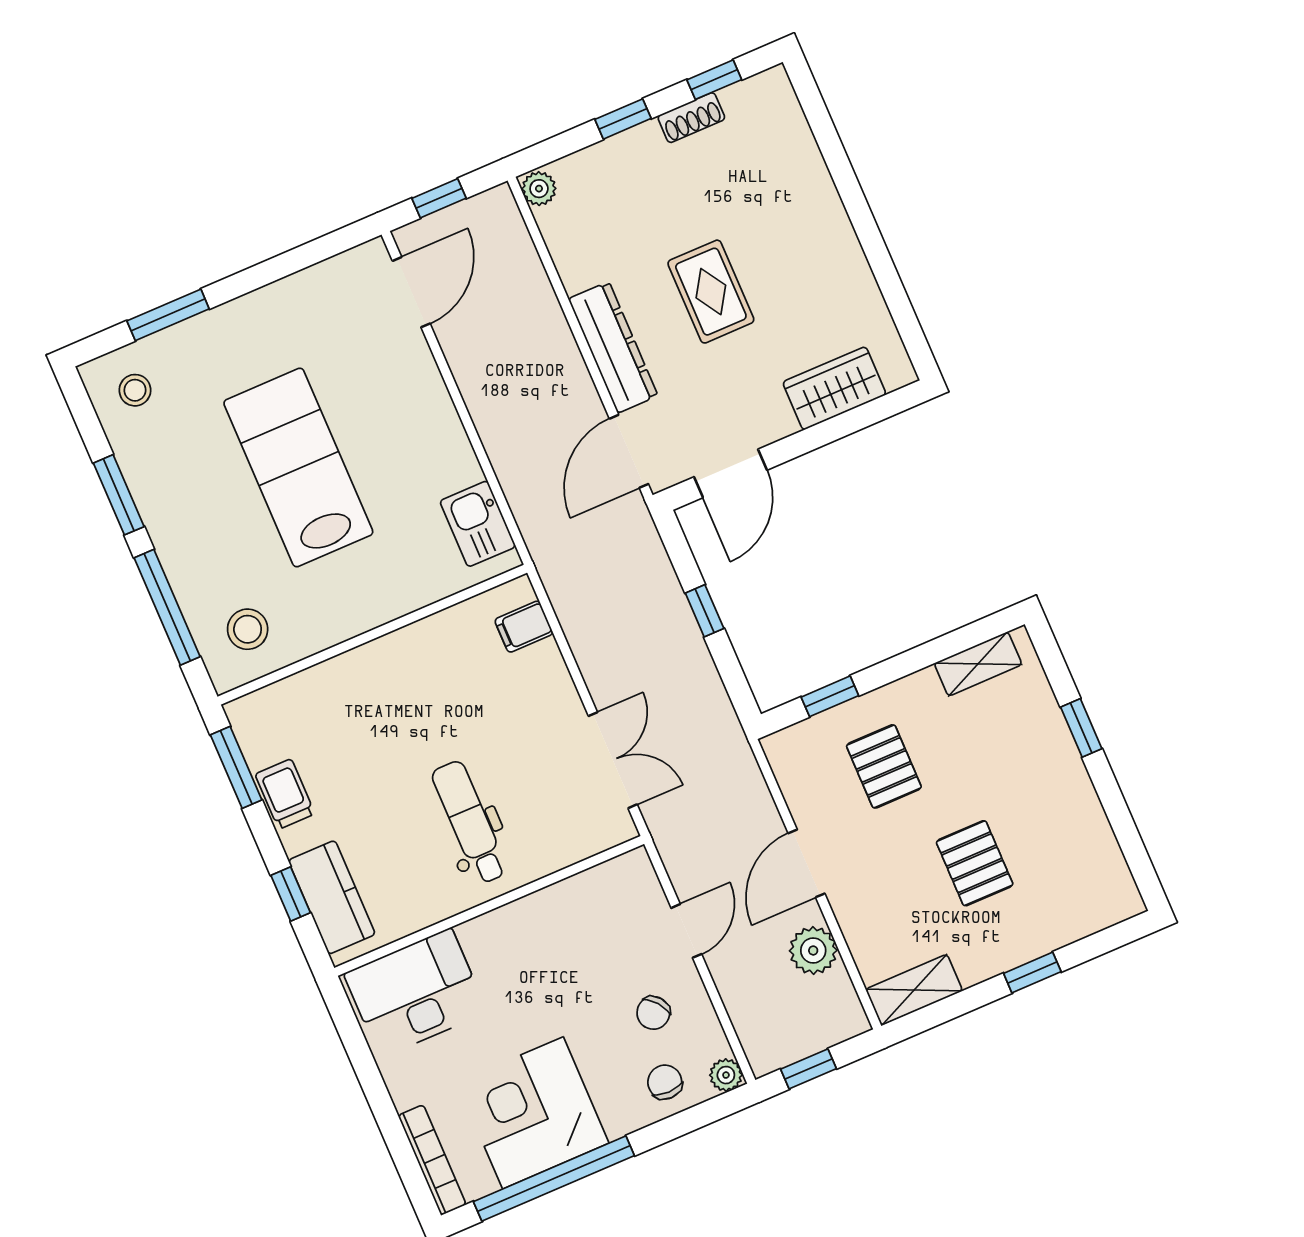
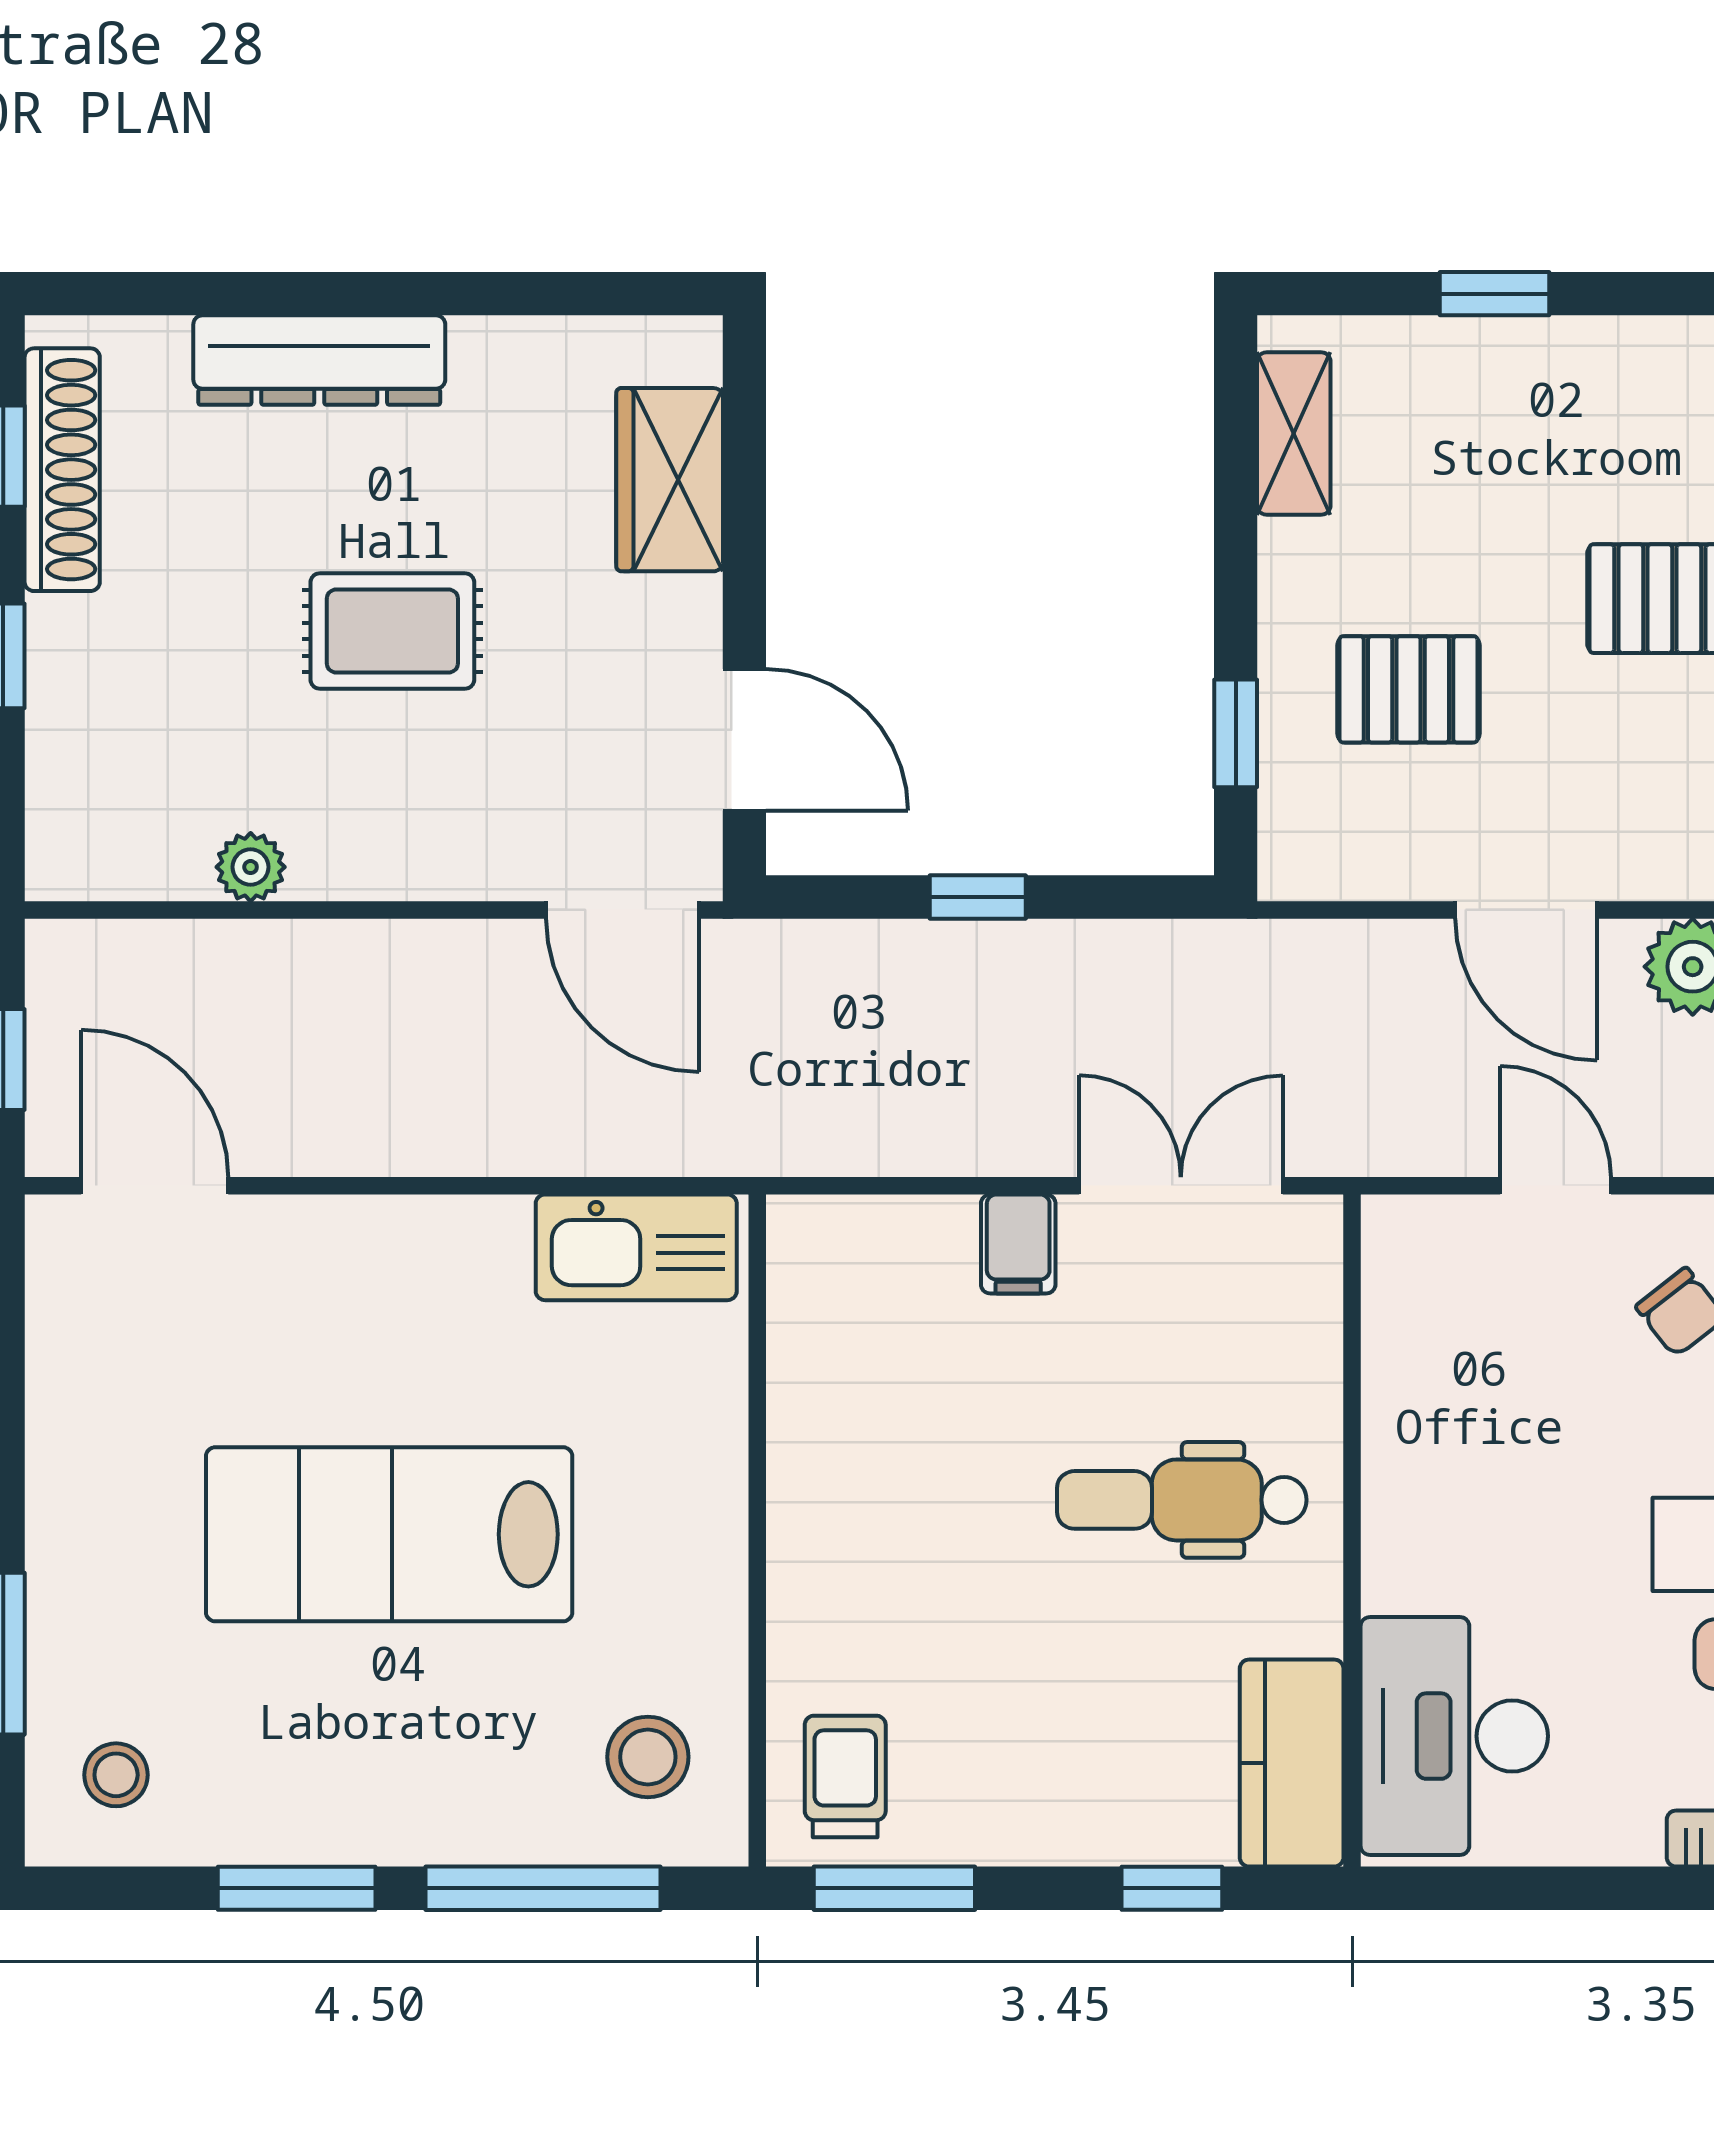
shoe rack: (691, 118) -> (62, 470), width x1.94, depth x1.24
plant: (539, 189) -> (251, 867), moved
dresser: (613, 347) -> (319, 360), moved, turned 180
kitchen sink: (478, 524) -> (636, 1247), width x1.38
filing cabinet: (524, 627) -> (1018, 1244), moved
trolley: (285, 794) -> (845, 1776), moved, turned 90
kitchen counter: (332, 897) -> (1292, 1763), moved, turned -90

